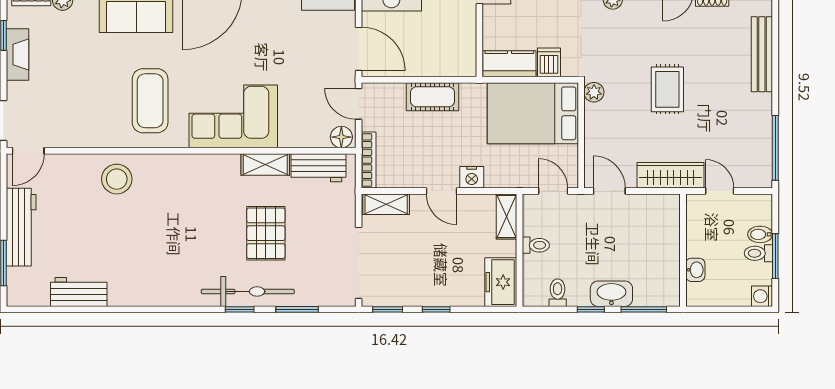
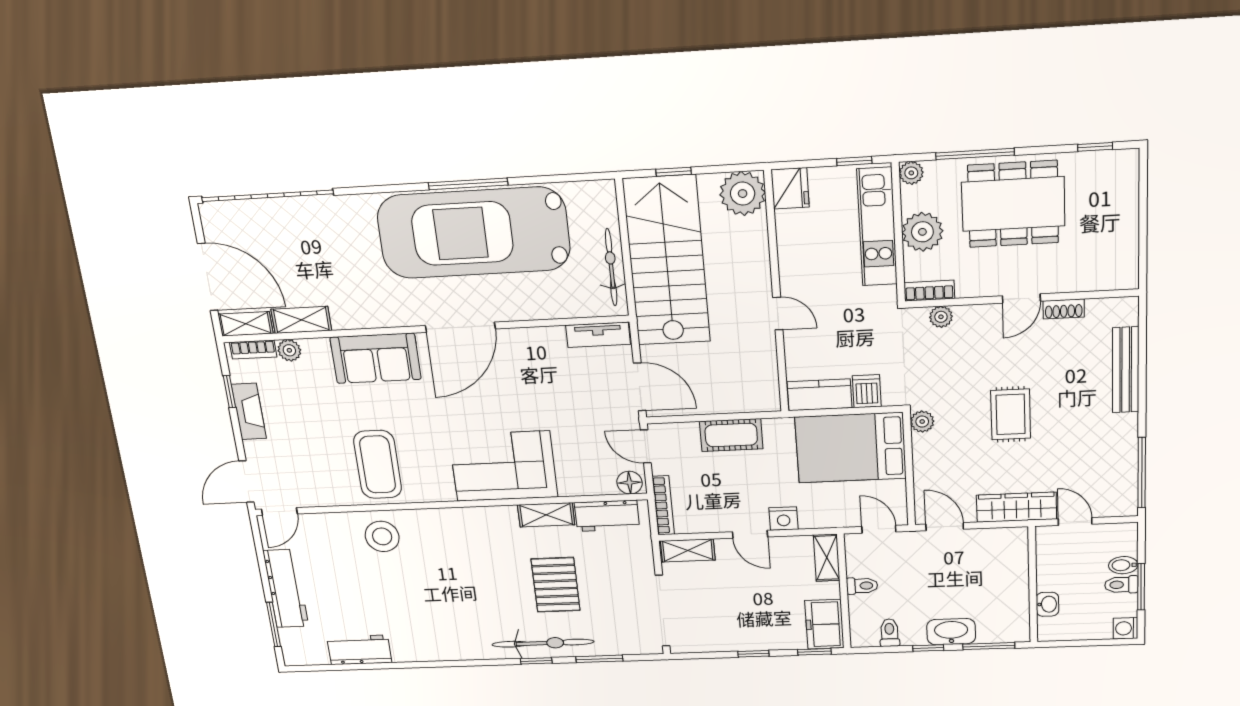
coffee table: (150, 101) -> (378, 464), moved
window: (388, 309) -> (814, 652), moved

